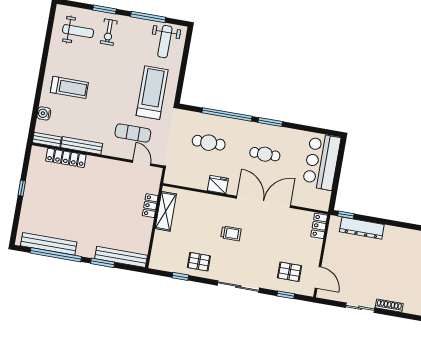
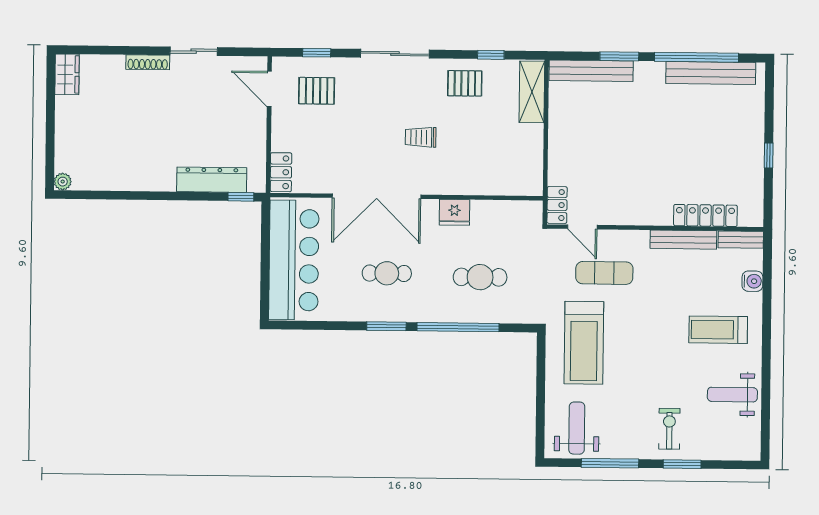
weight bench: (78, 31) -> (732, 395), moved
bar counter: (322, 162) -> (294, 260), width x1.36
locker: (150, 206) -> (557, 205), moved
shelving: (166, 211) -> (532, 92), moved

